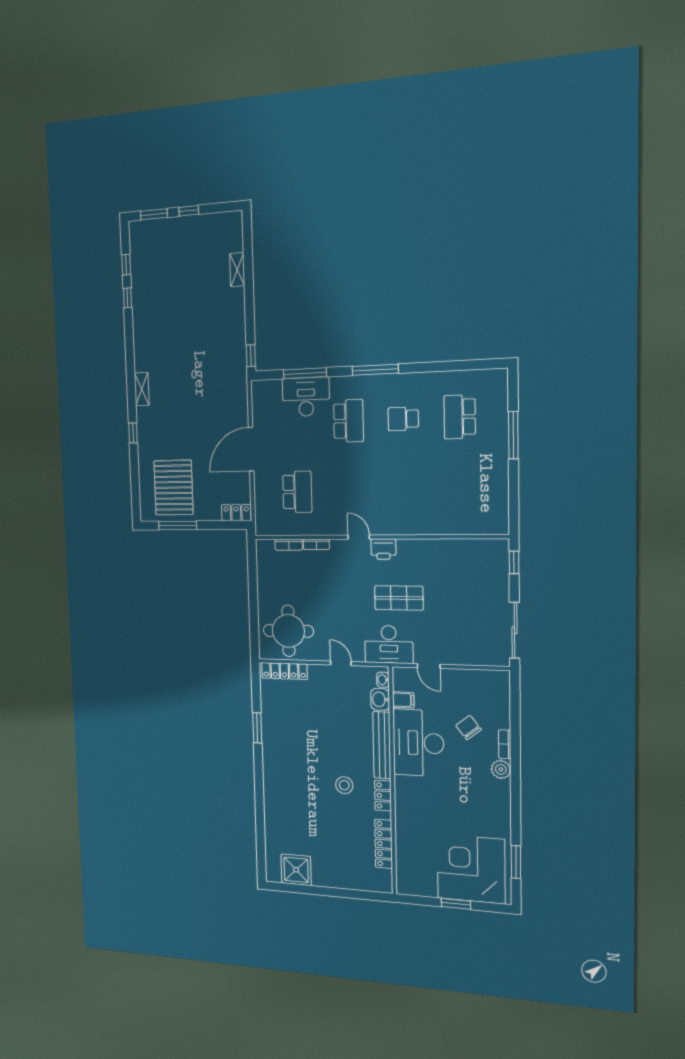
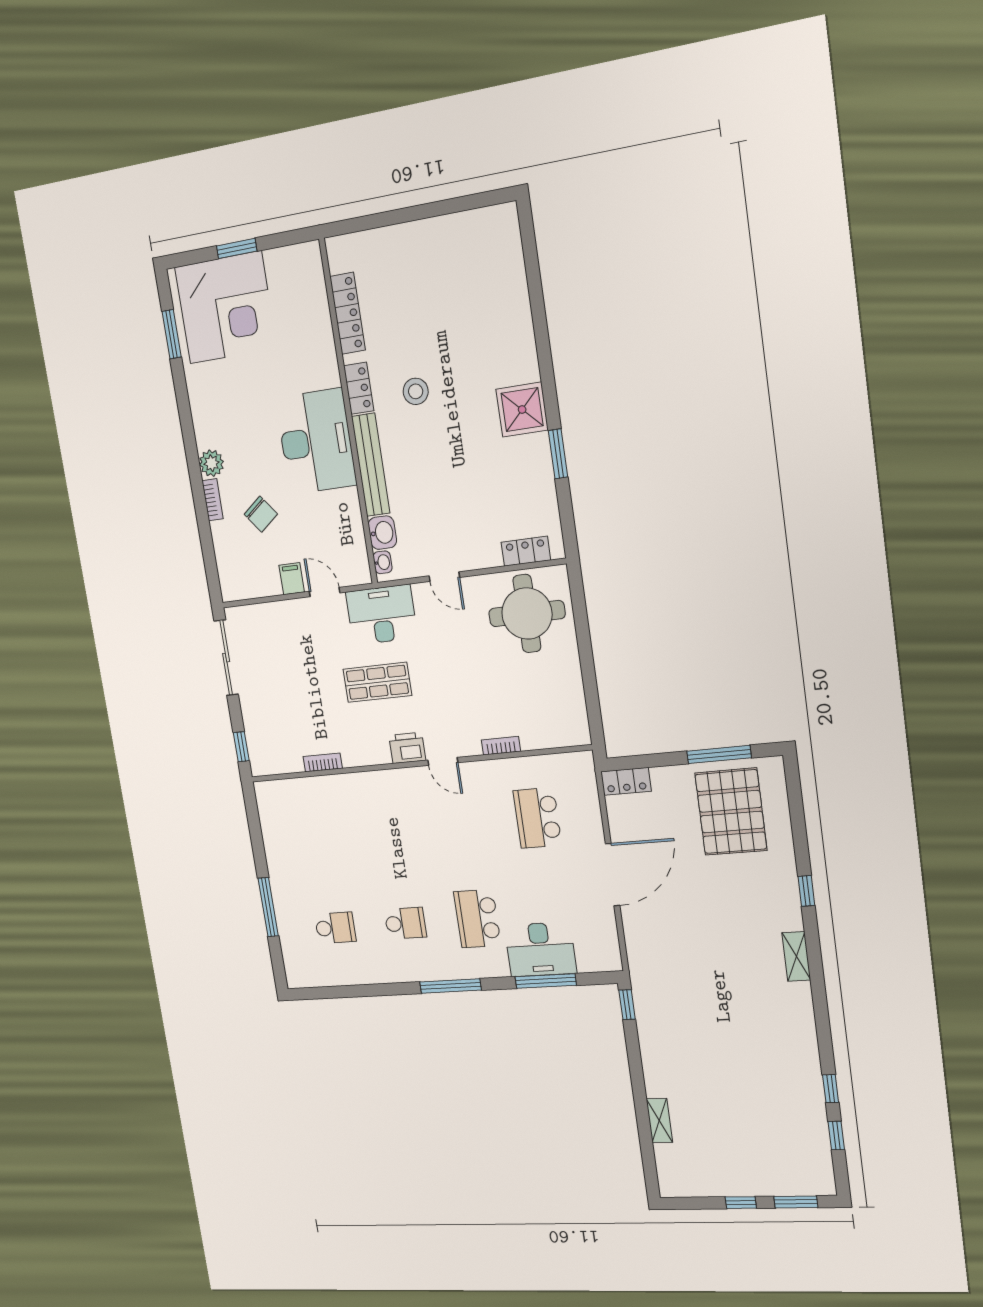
school desk: (460, 417) -> (335, 928), width x0.54
bookcase: (289, 545) -> (323, 762), moved
locker: (284, 671) -> (526, 551), width x0.66
filing cabinet: (403, 700) -> (292, 579), moved, turned 90
desk: (418, 743) -> (316, 442), moved
shower: (296, 870) -> (522, 410), moved

